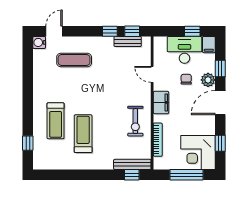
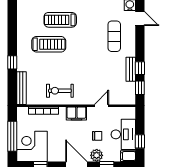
bench: (128, 41) -> (131, 69), moved
window: (132, 175) -> (12, 62), moved

